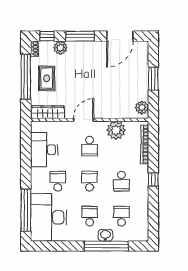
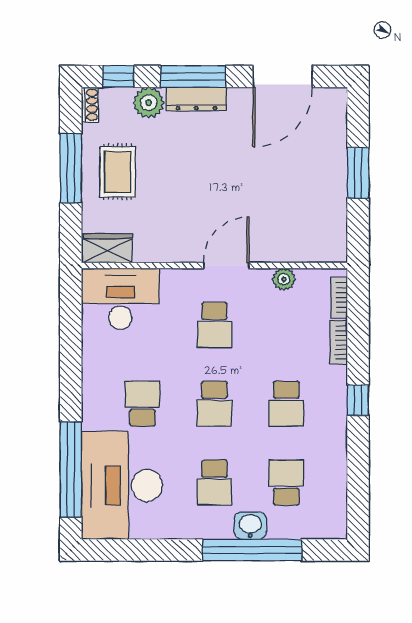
dresser: (82, 46) -> (196, 99), added
window: (26, 77) -> (71, 168), width x0.68
plant: (142, 108) -> (333, 238), removed
wardrobe: (48, 112) -> (108, 248), width x0.67
door: (84, 120) -> (226, 265), moved
plant: (116, 130) -> (284, 279), width x0.53, depth x0.53
desk: (44, 150) -> (120, 299), moved, turned 90
school desk: (90, 181) -> (214, 404), turned 180
school desk: (90, 216) -> (214, 483), turned 180

